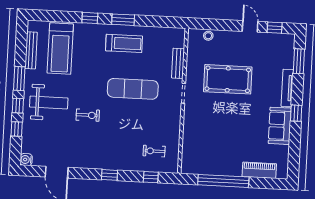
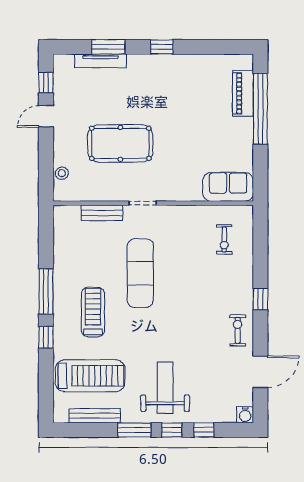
window: (123, 20) -> (46, 292), width x1.44
treadmill: (124, 43) -> (93, 312), moved
window: (299, 61) -> (108, 47), moved
pool table: (228, 79) -> (120, 143), turned 90
tv unit: (287, 88) -> (100, 61), moved
exercise bike: (88, 115) -> (238, 330), moved
sofa: (280, 126) -> (228, 187), moved, turned 180
window: (151, 177) -> (260, 242), removed
window: (223, 181) -> (260, 109), moved

